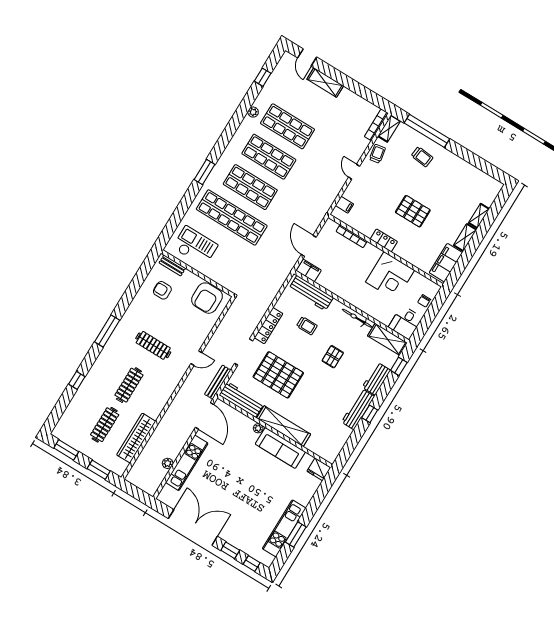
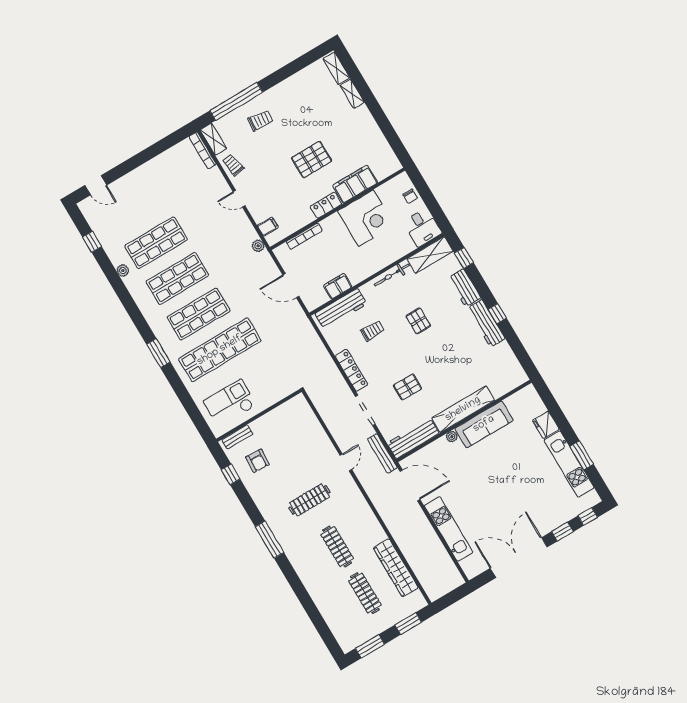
shelving: (325, 82) -> (131, 180), removed
shelving: (465, 238) -> (336, 68), moved
filing cabinet: (446, 263) -> (355, 184), moved, turned 90
filing cabinet: (309, 270) -> (338, 286), moved
armchair: (162, 290) -> (257, 461), turned -87
armchair: (207, 298) -> (290, 419), removed
pallet: (278, 375) -> (408, 387), width x0.49, depth x0.50
window: (77, 380) -> (231, 474), moved
plant: (168, 463) -> (258, 246), moved
fridge: (319, 469) -> (546, 425), moved, turned 90

